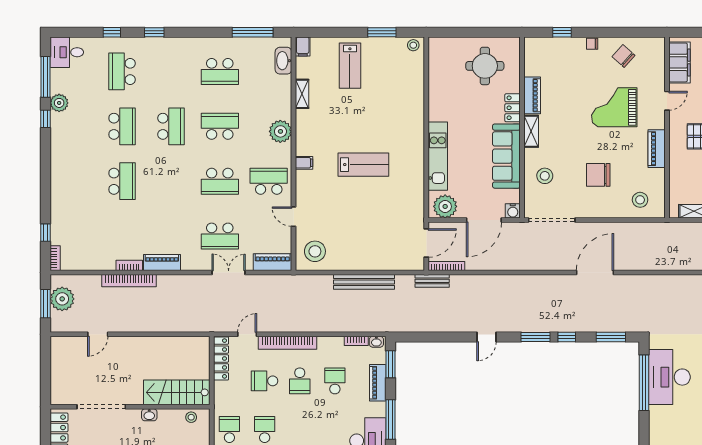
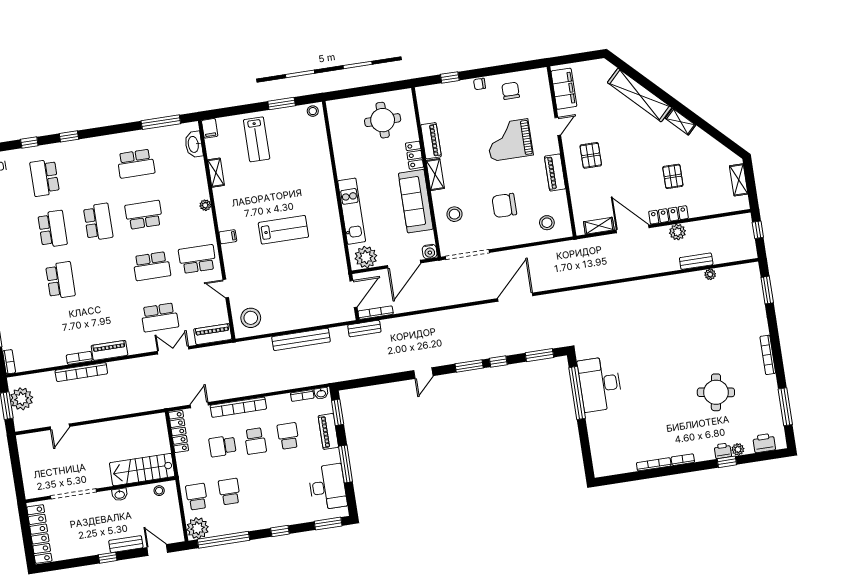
chair: (623, 56) -> (511, 91), turned 48
plant: (280, 131) -> (205, 205), width x0.53, depth x0.53

